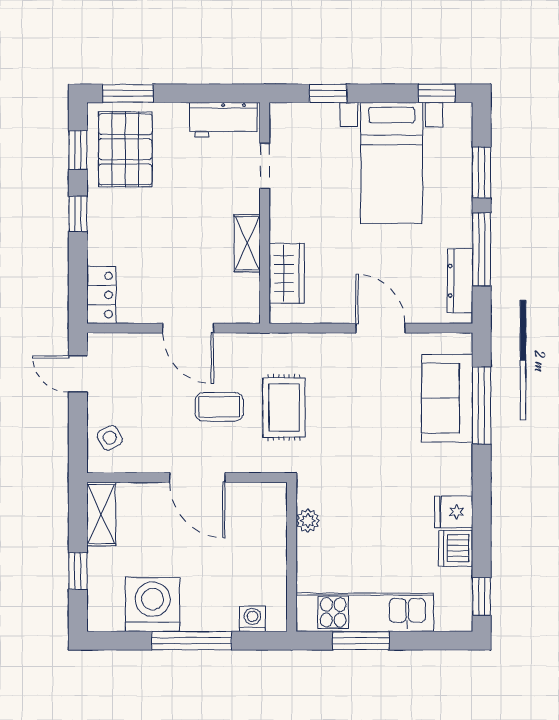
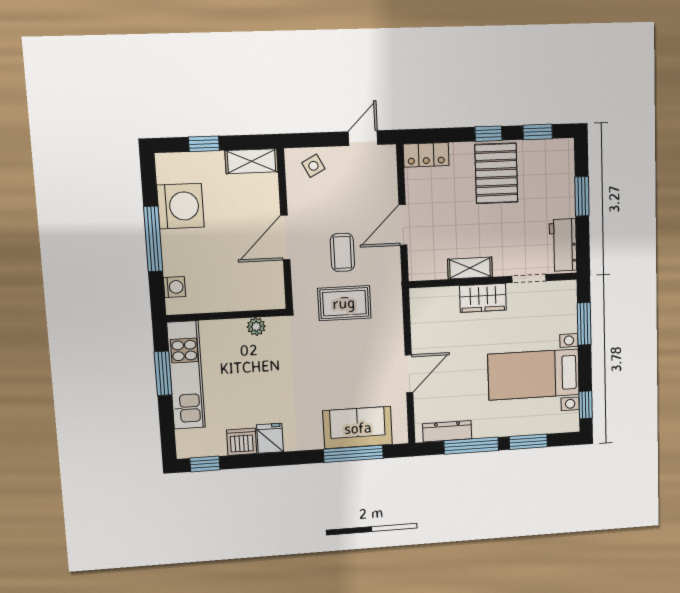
window: (128, 93) -> (582, 196), moved
window: (328, 93) -> (584, 324), width x1.50
pallet: (125, 149) -> (496, 173), moved, turned 90
wardrobe: (287, 273) -> (483, 298), moved

